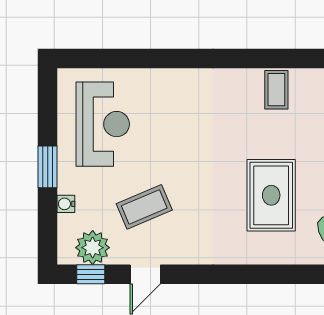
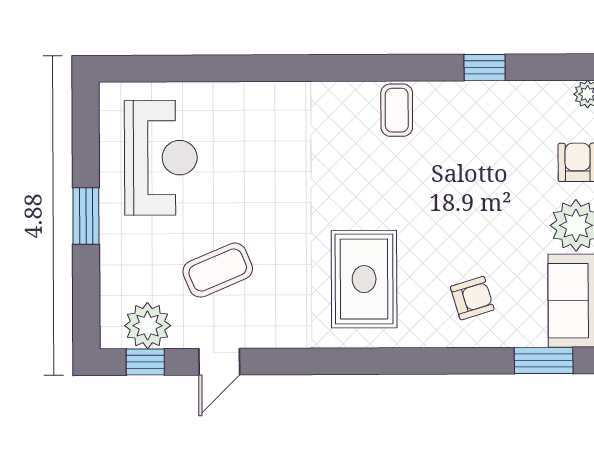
rug: (271, 195) -> (364, 279), moved
water cooler: (66, 204) -> (111, 266), removed

